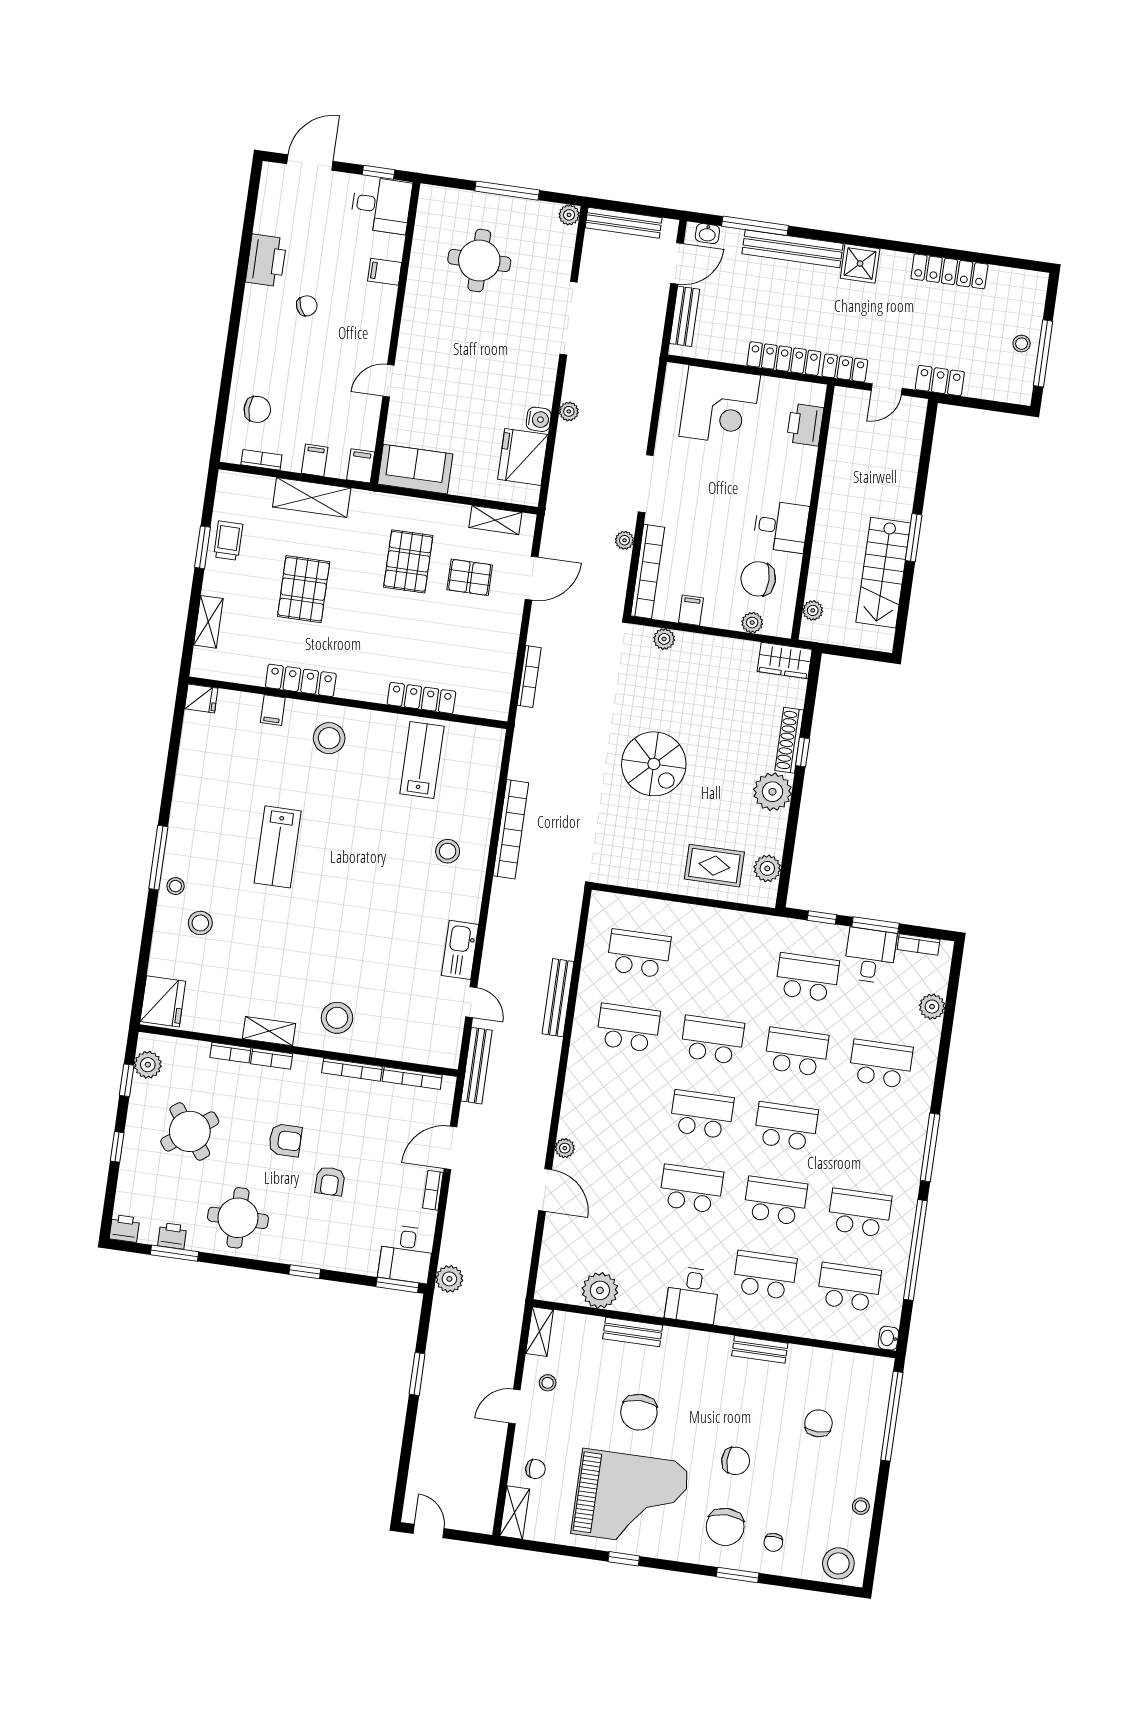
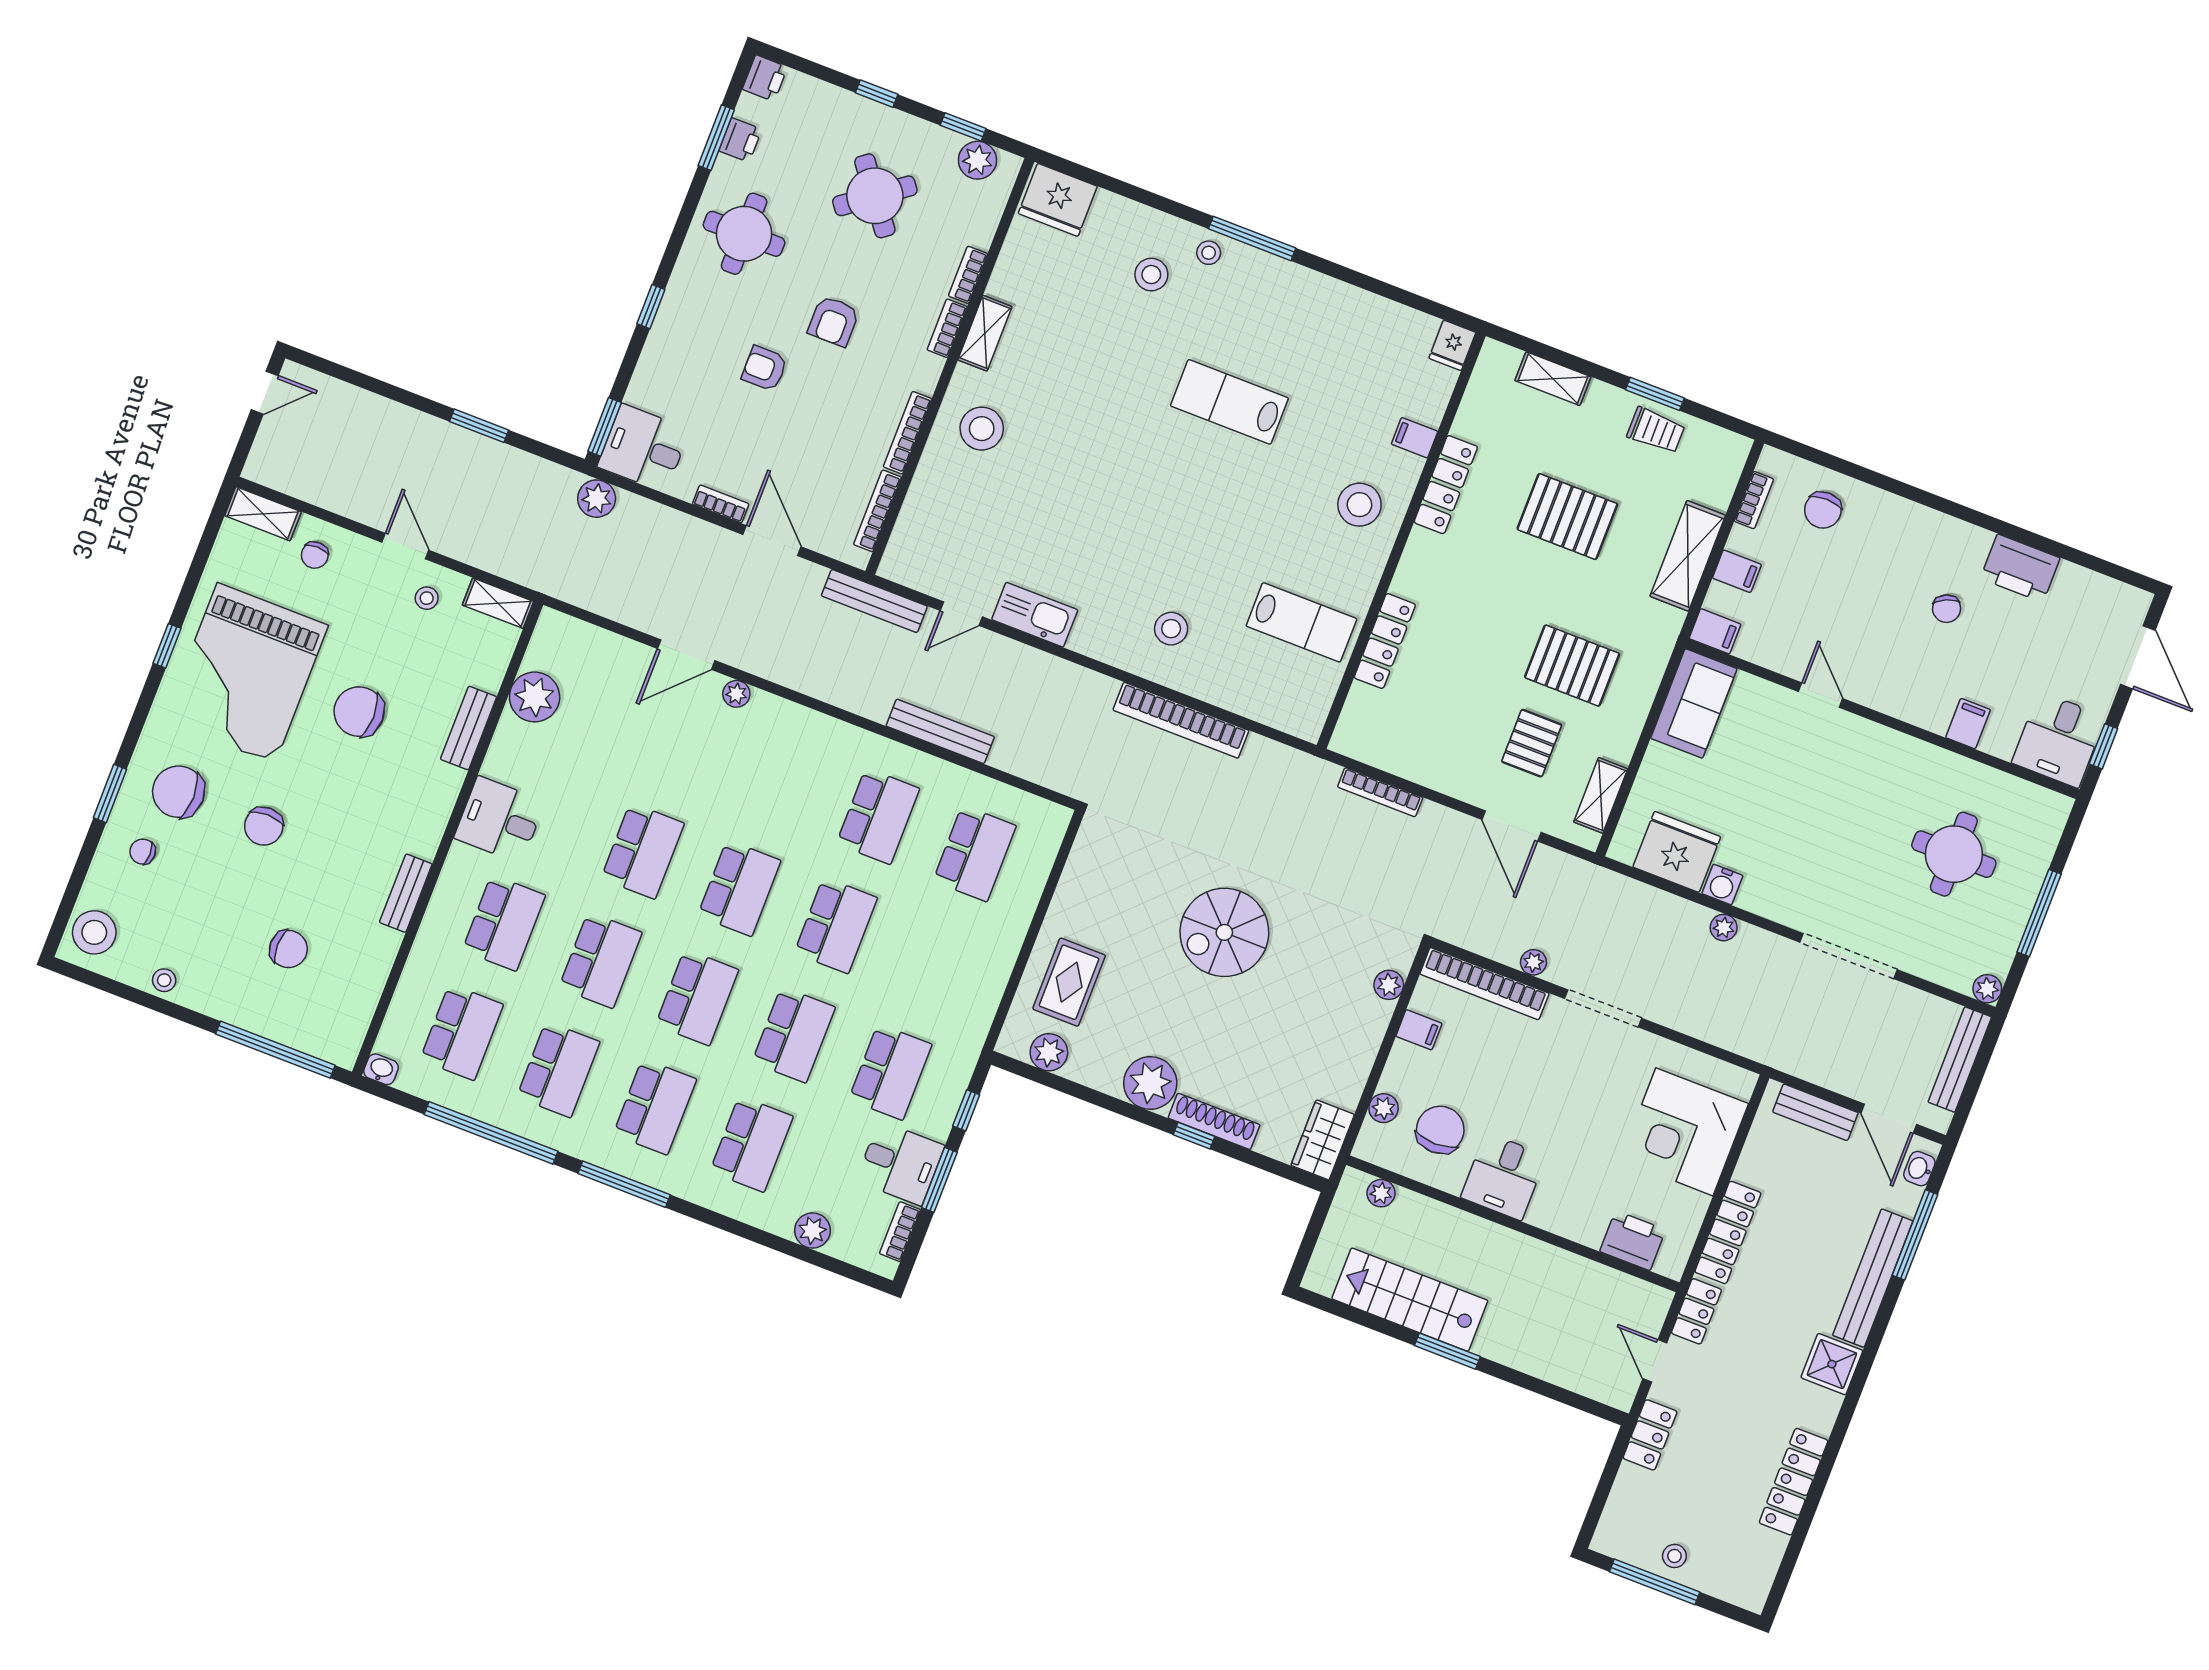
school desk: (870, 1138) -> (655, 1107), added

